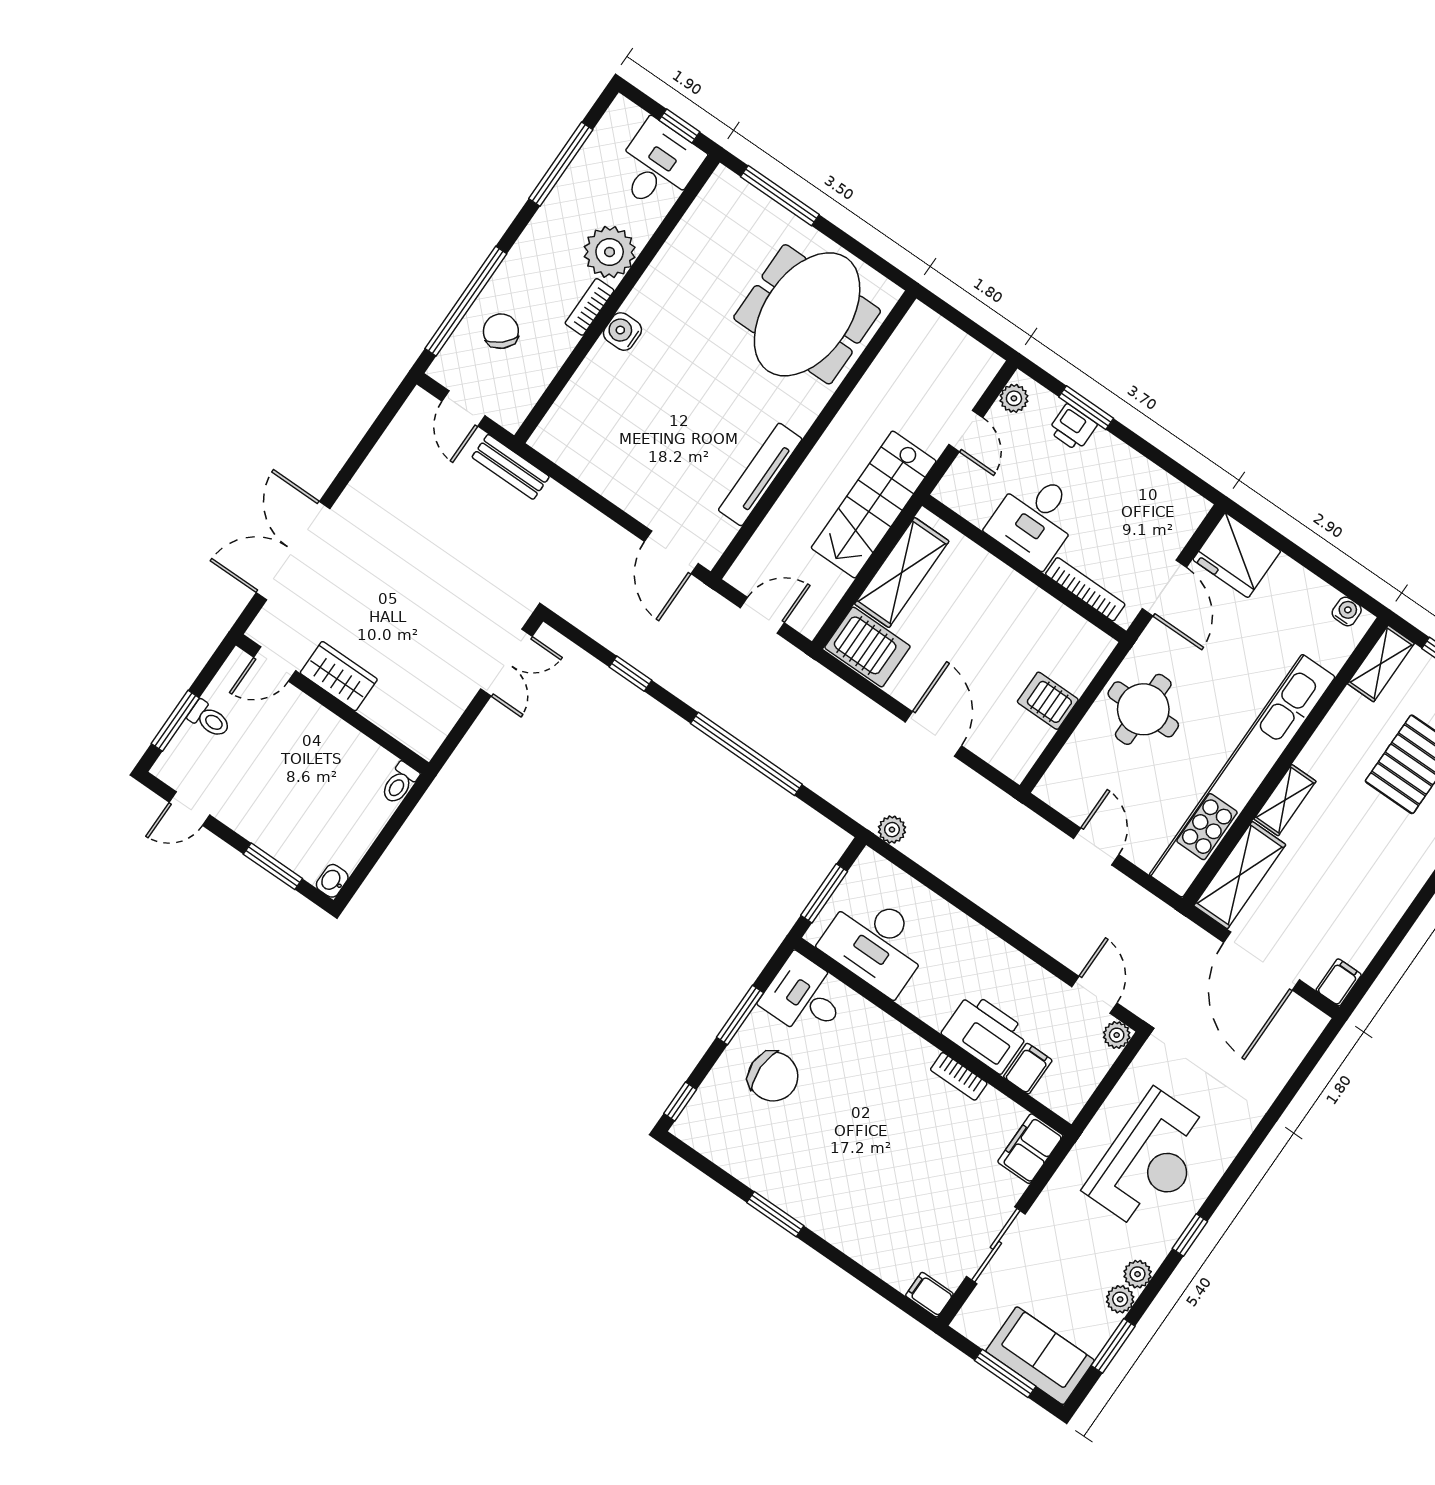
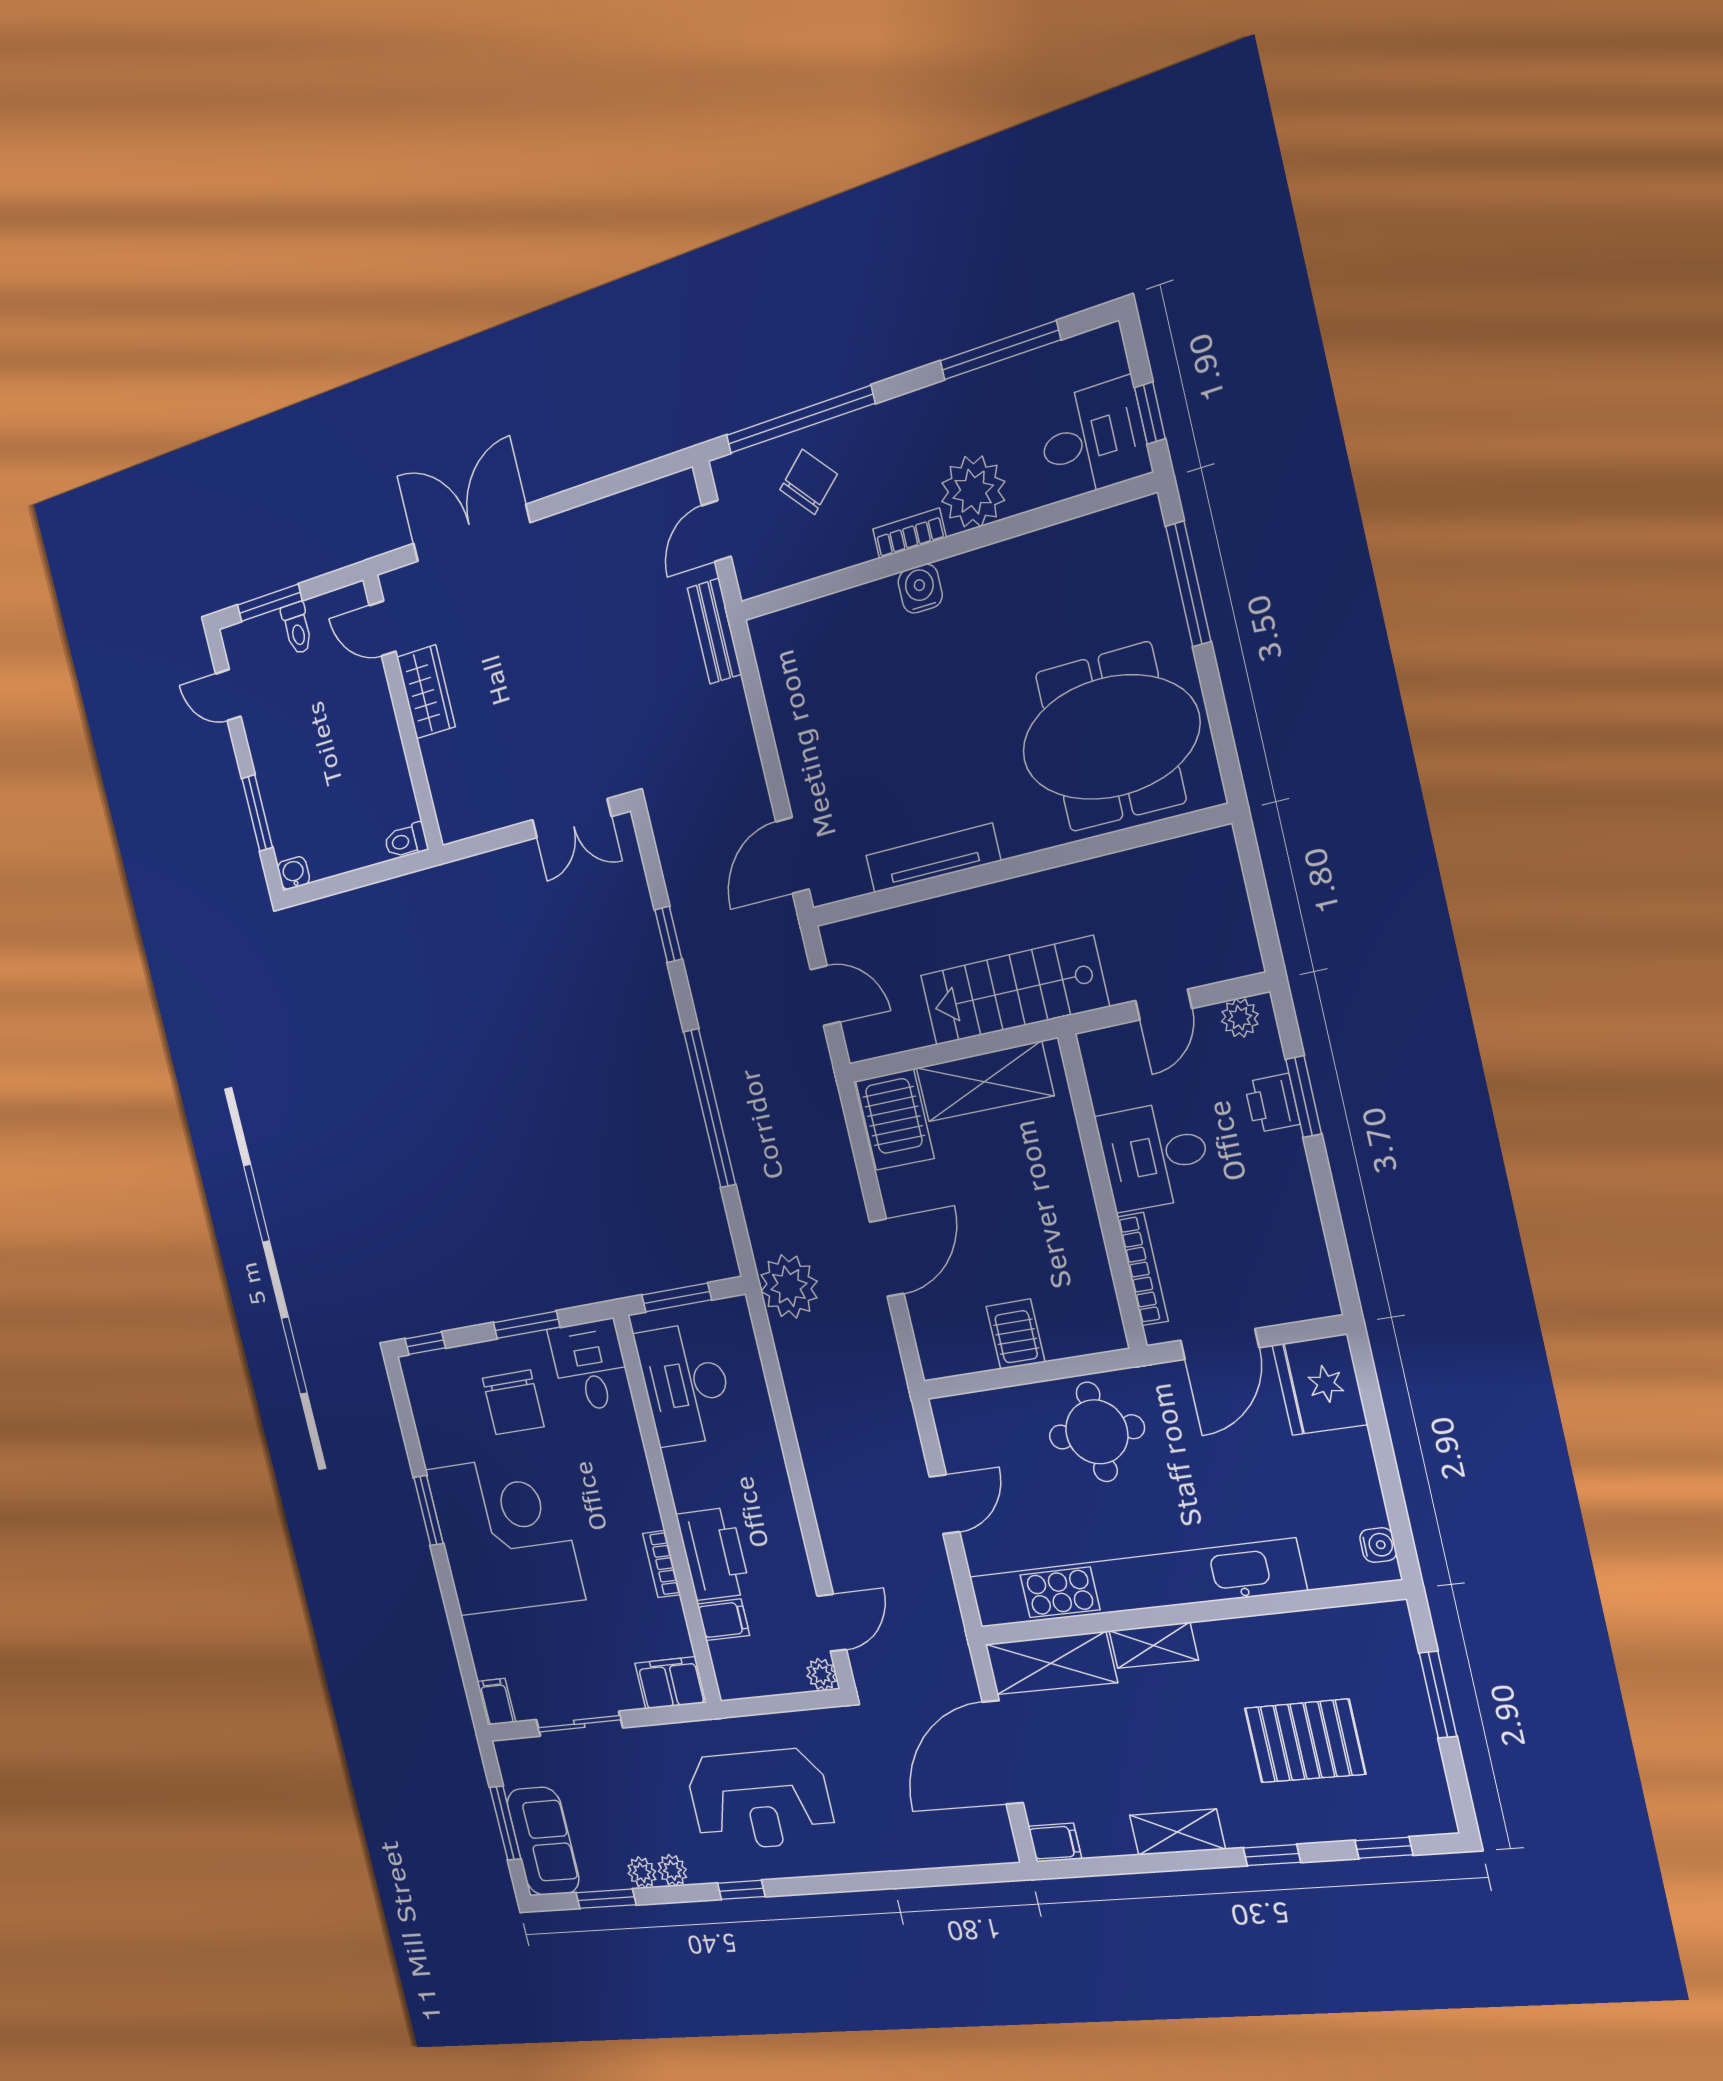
shelving: (1381, 664) -> (1177, 1832), moved
plant: (892, 830) -> (789, 1286), width x1.87, depth x1.87
corner desk: (840, 1172) -> (505, 1534), added

